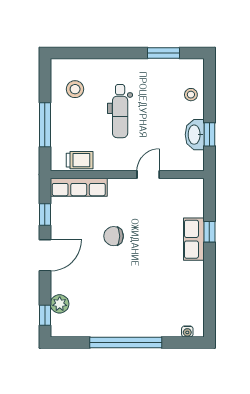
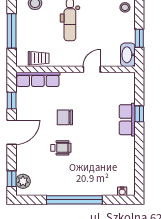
washbasin: (195, 135) -> (128, 55), moved
wheelchair: (108, 276) -> (61, 148), added
plant: (60, 304) -> (23, 181), moved

